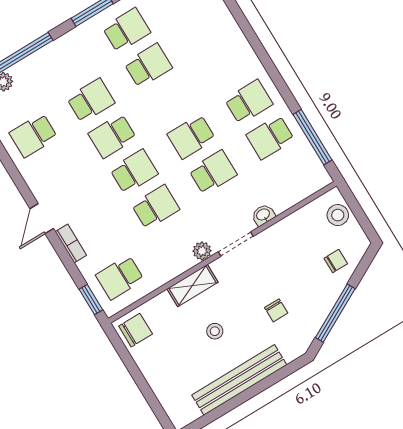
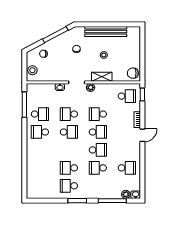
school desk: (134, 171) -> (98, 132), turned 180

